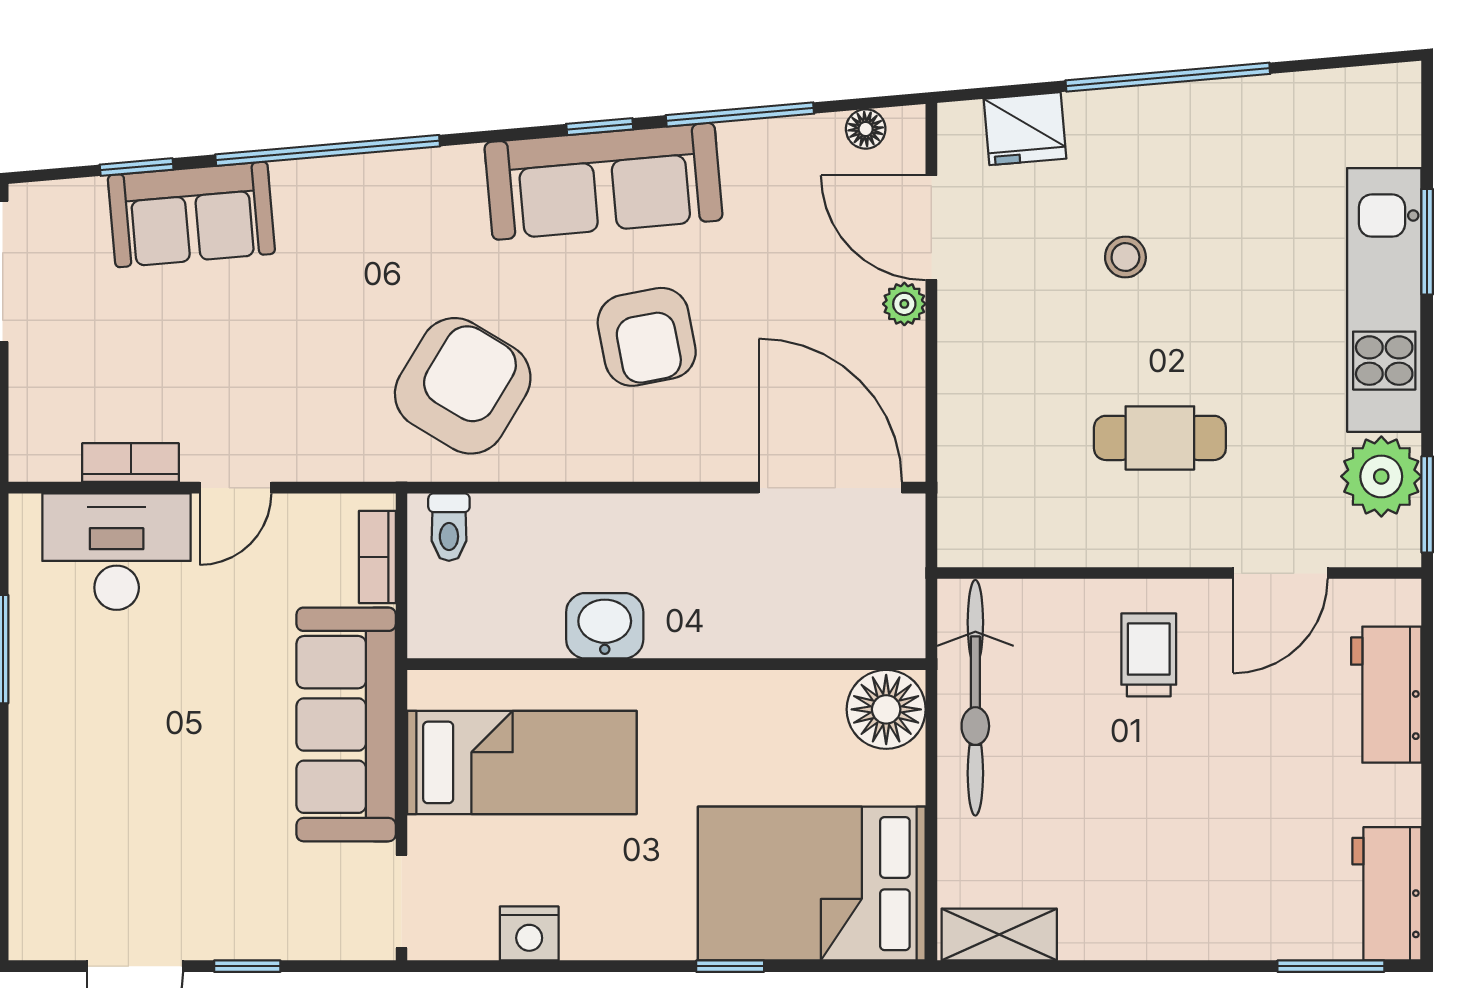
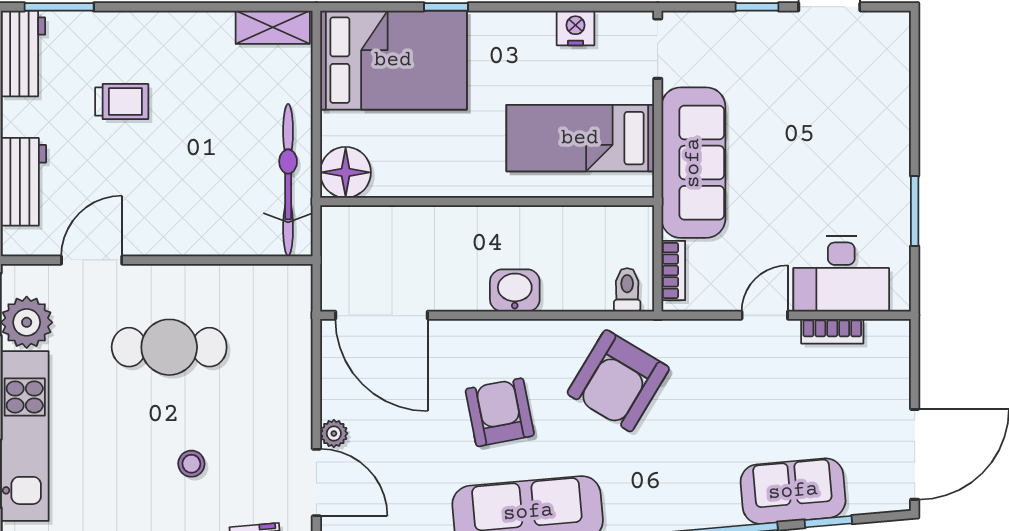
cafe table: (1160, 438) -> (169, 347), width x1.37, depth x1.35
washbasin: (605, 626) -> (515, 290), moved, turned 180
trolley: (1149, 655) -> (122, 102), moved, turned -90

